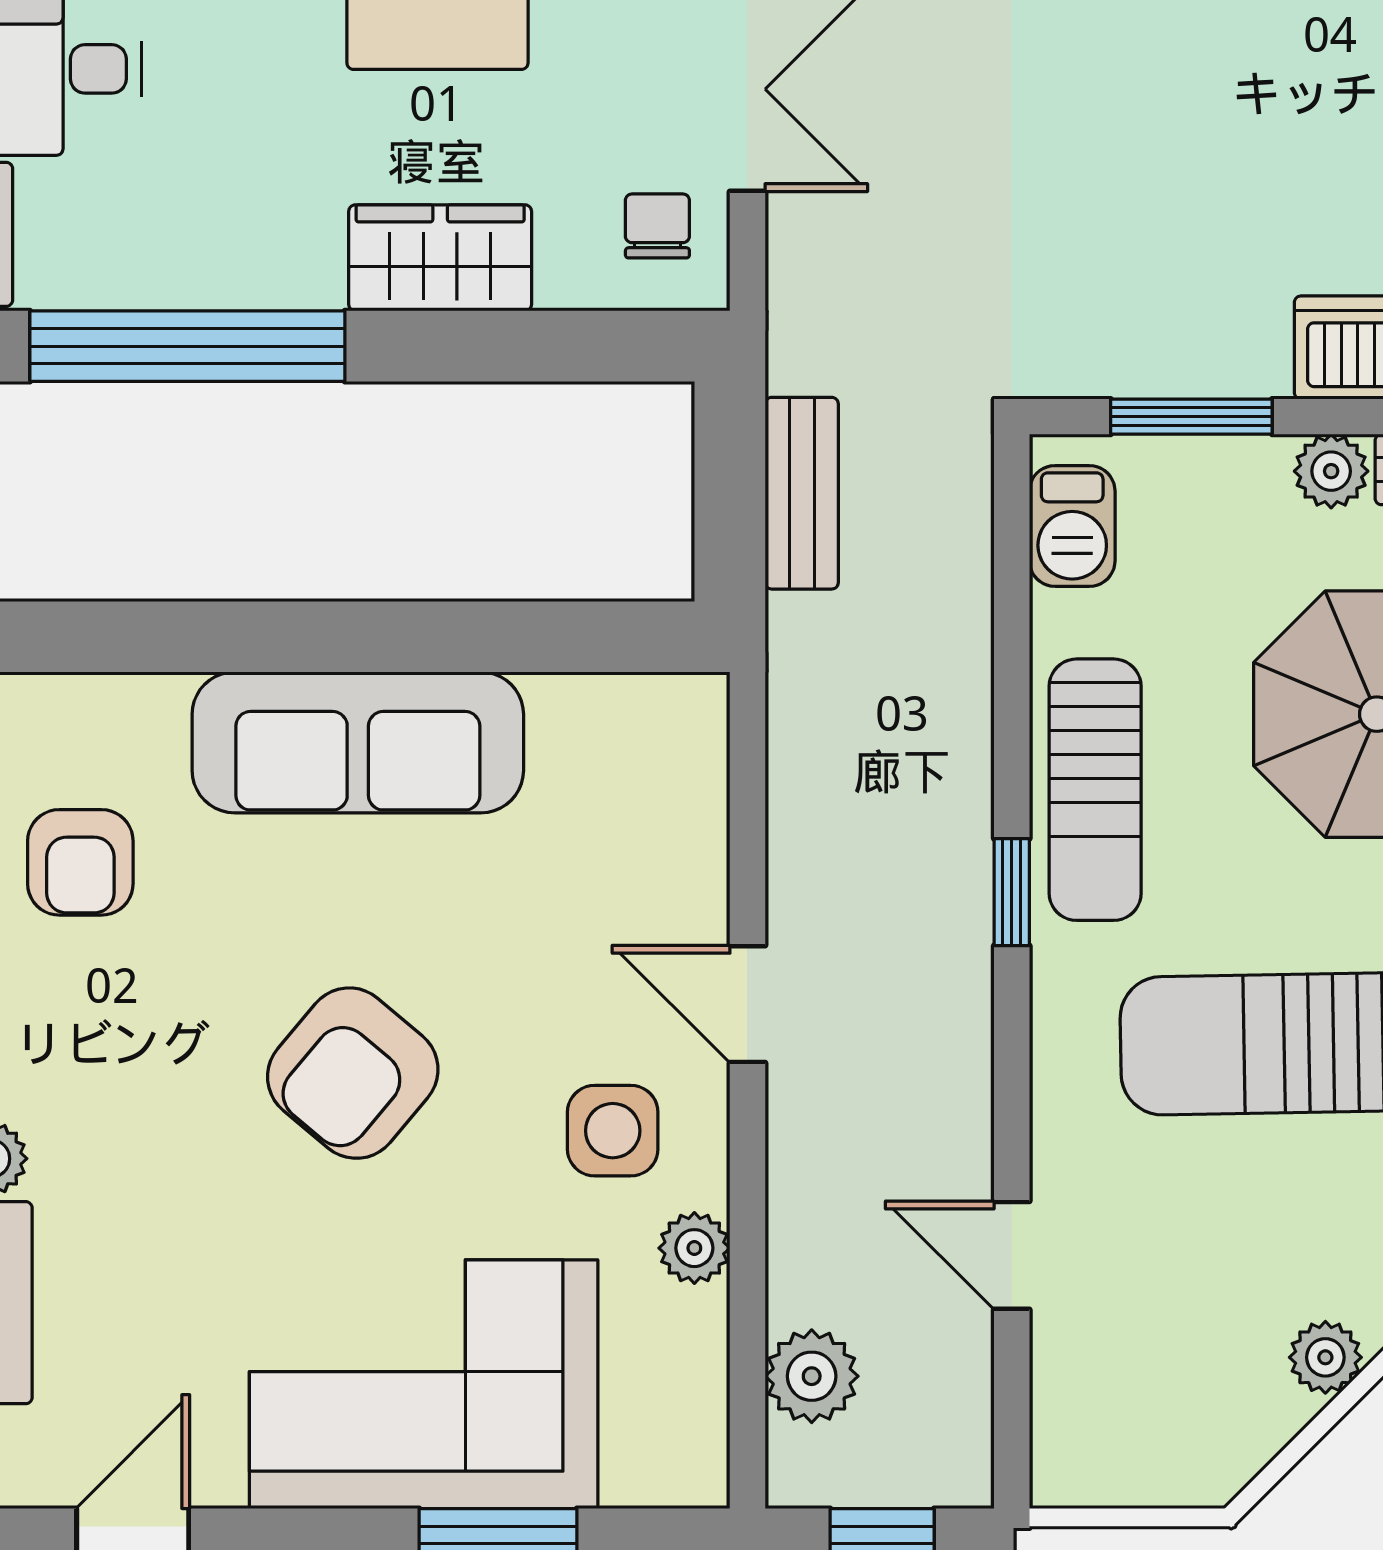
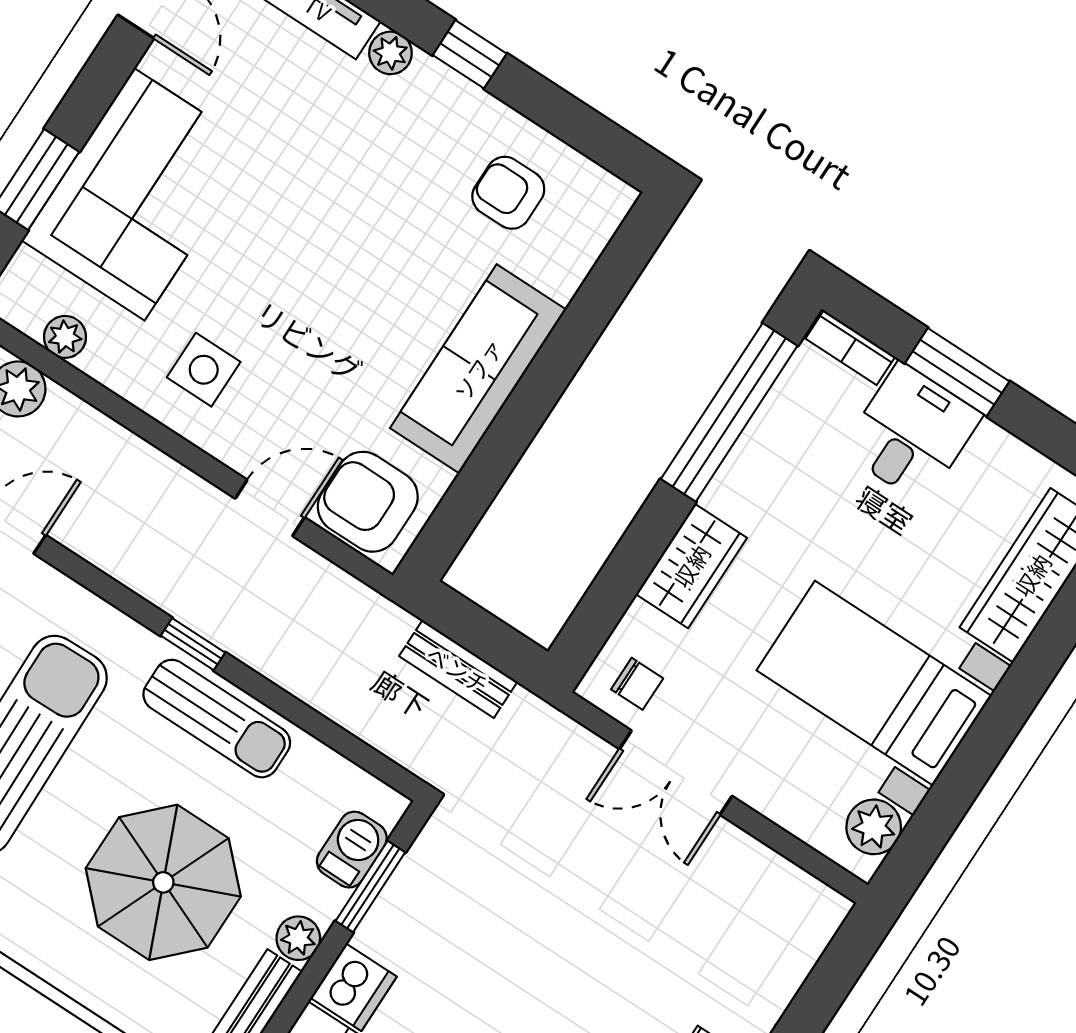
barbecue: (1072, 526) -> (352, 850), moved, turned 90
sun lounger: (1095, 790) -> (217, 719), turned 180
door: (747, 1004) -> (270, 508), moved
armchair: (353, 1073) -> (368, 502), moved, turned -40
plant: (694, 1248) -> (65, 337), moved

